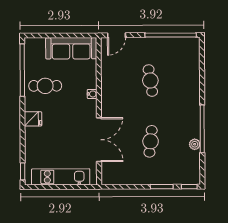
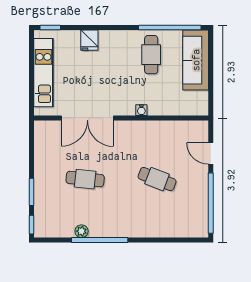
door: (116, 35) -> (211, 153), moved
sofa: (71, 48) -> (196, 60), moved
cafe table: (150, 81) -> (157, 179), turned 30
fridge: (33, 119) -> (89, 40), moved

